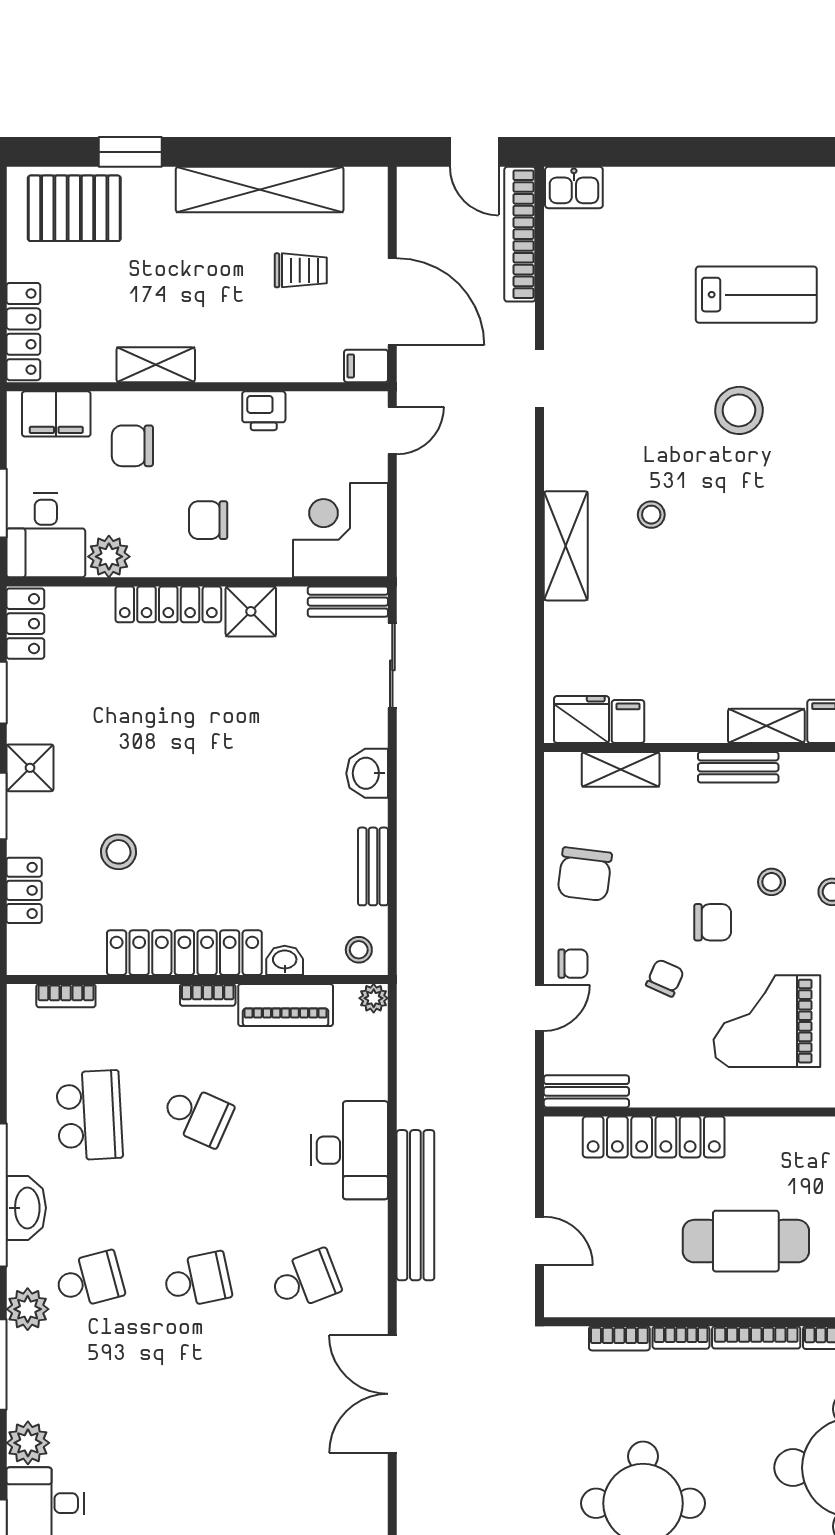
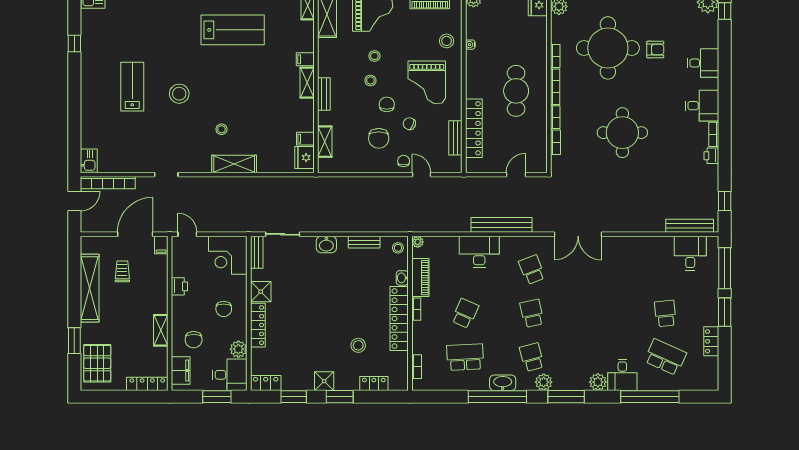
chair: (585, 874) -> (379, 138), moved, turned 83
bench: (586, 1091) -> (455, 138), moved

